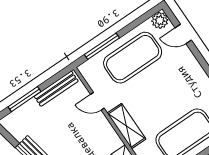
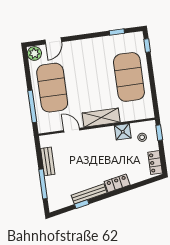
bench: (56, 89) -> (48, 161), width x0.73
door: (97, 101) -> (72, 130), swing flipped

